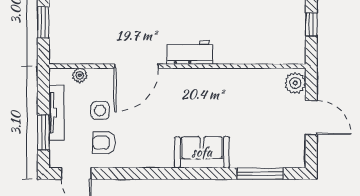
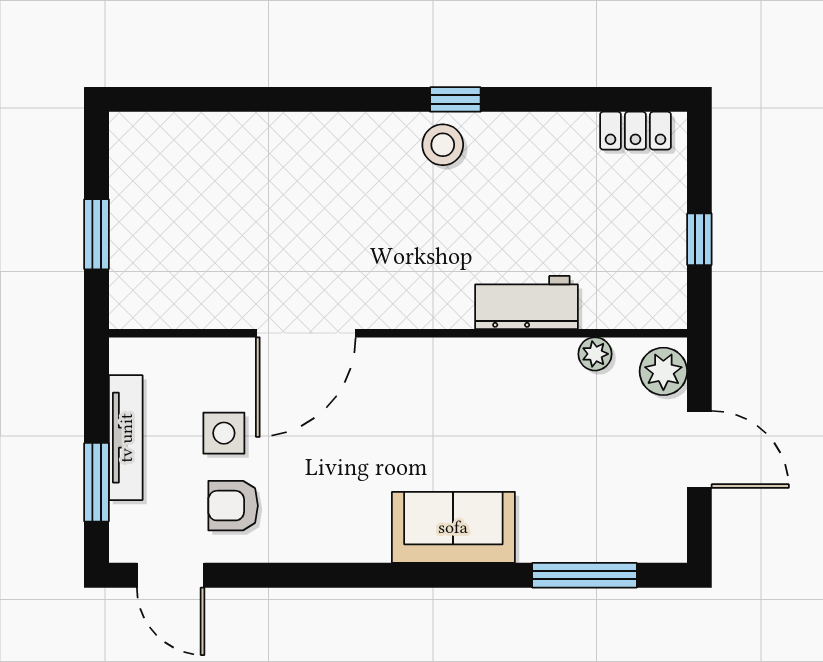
workbench: (190, 52) -> (527, 303), moved
plant: (80, 75) -> (595, 354), moved

